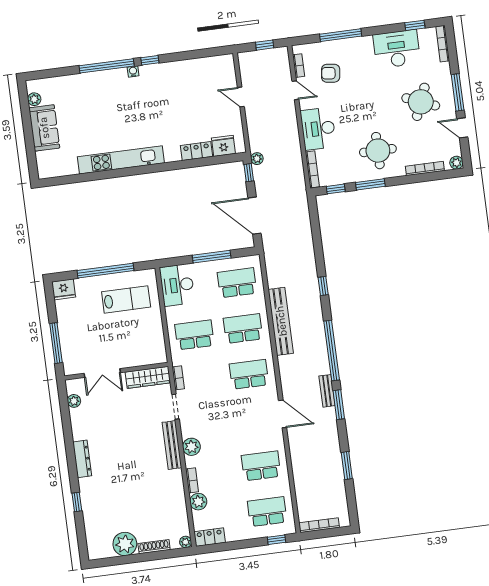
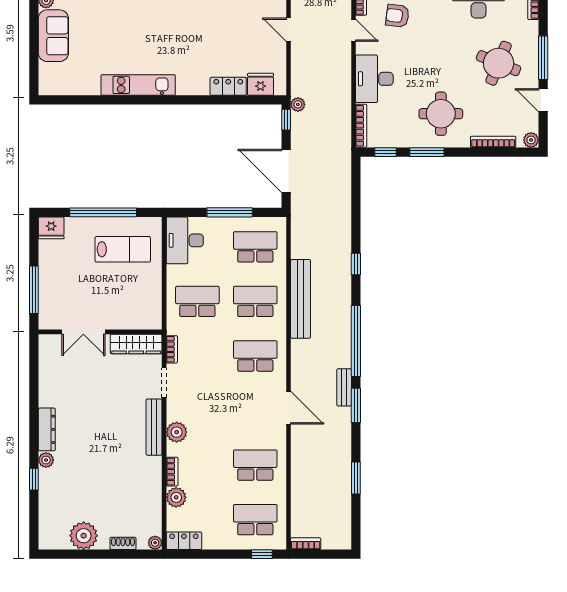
kitchen unit: (121, 160) -> (138, 85), width x0.73
plant: (74, 401) -> (46, 460), moved
bookcase: (319, 525) -> (306, 544), width x0.64
shoe rack: (154, 547) -> (123, 543), width x0.70

